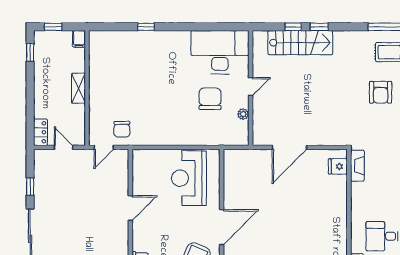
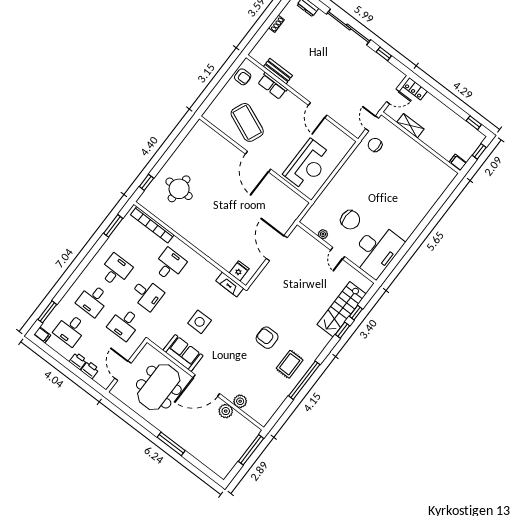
window: (146, 27) -> (431, 214), removed
shelving: (78, 88) -> (410, 126), moved
reception desk: (189, 178) -> (308, 165), turned 90

